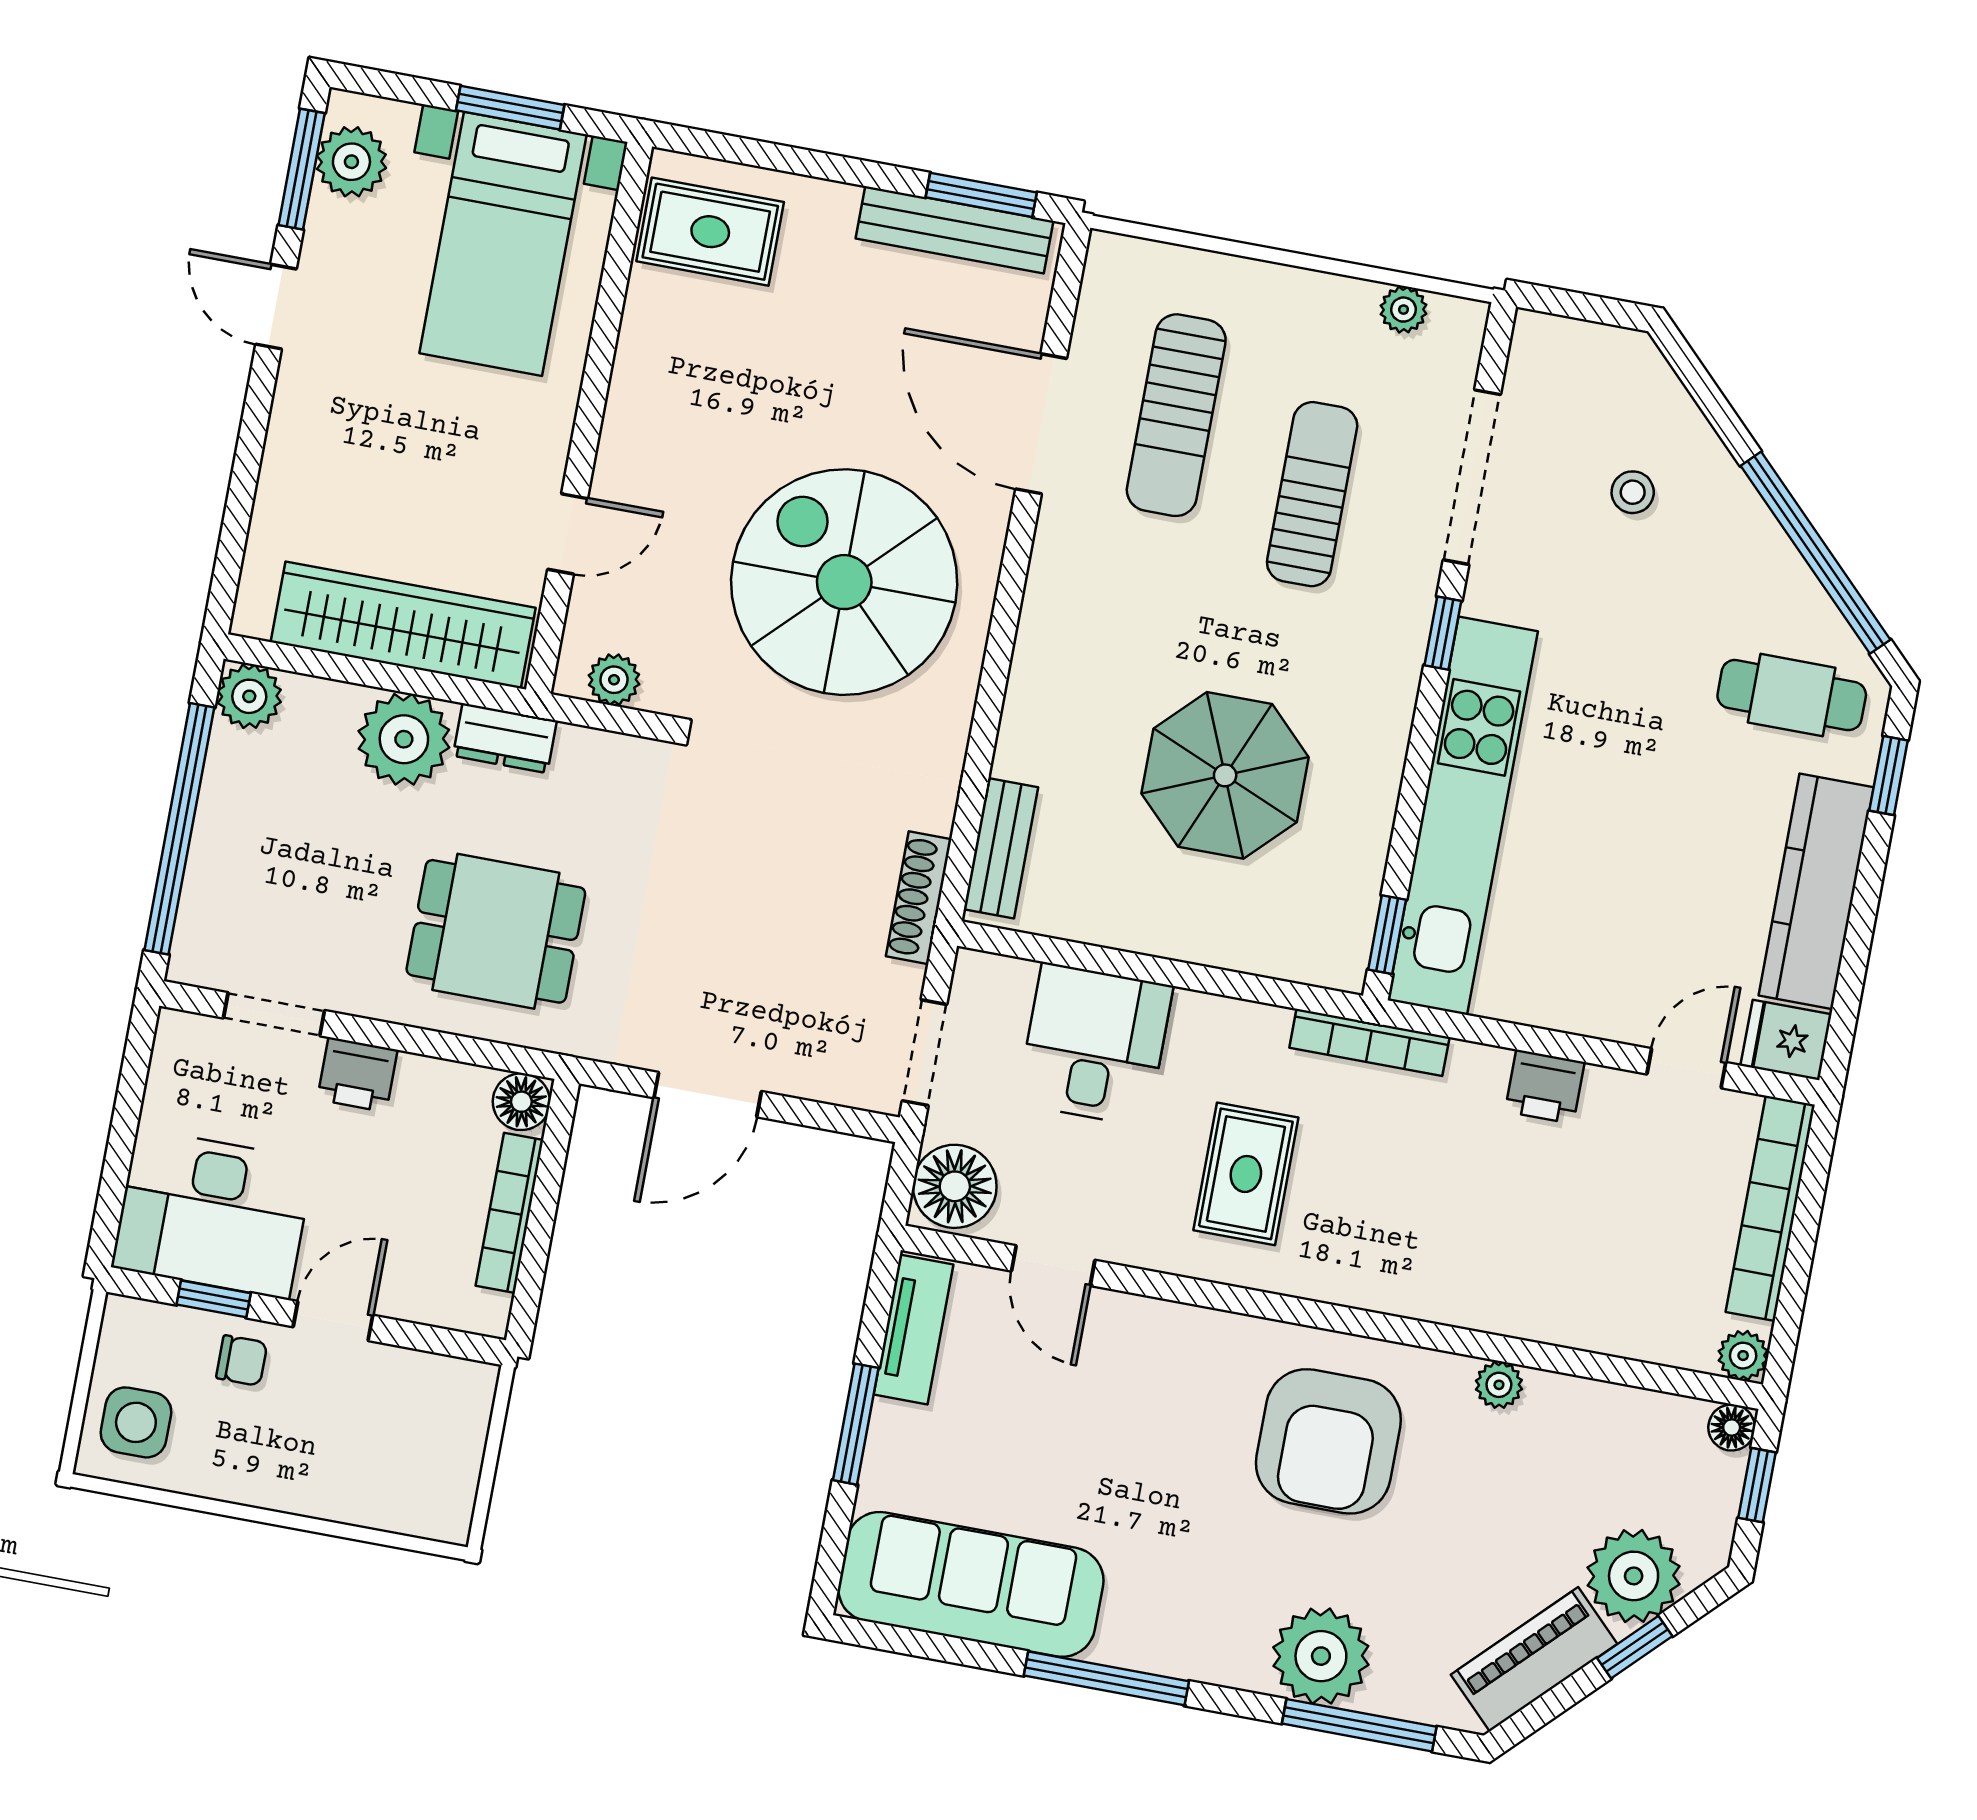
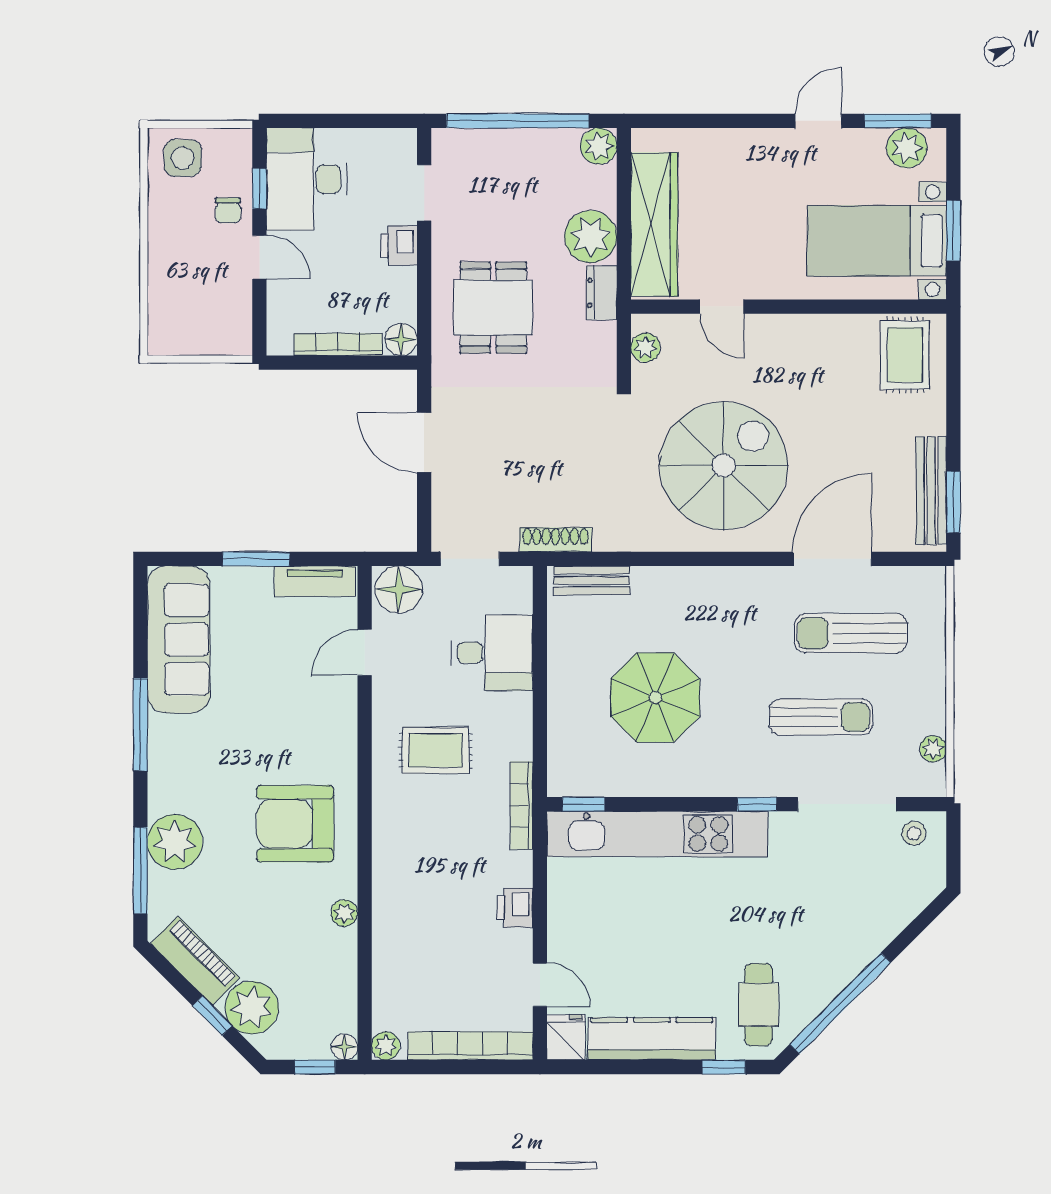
stool: (1633, 492) -> (914, 833), moved

